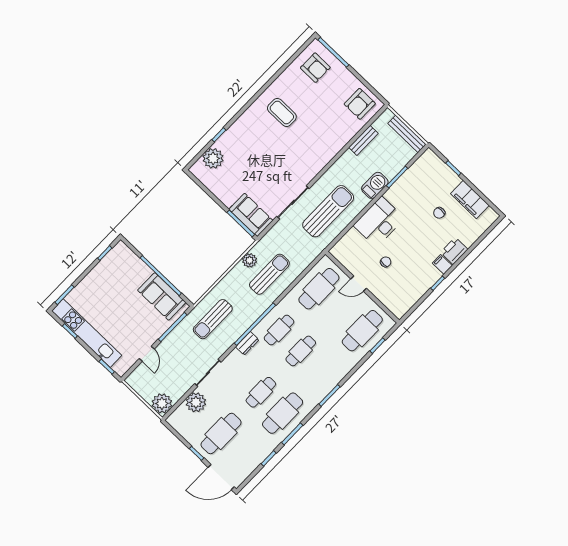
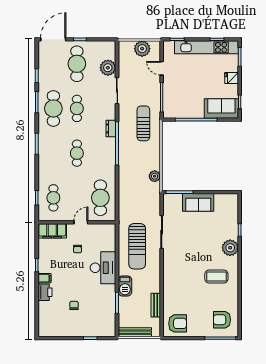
armchair: (360, 104) -> (178, 323), turned 90
plant: (213, 158) -> (230, 248), moved
filing cabinet: (470, 200) -> (52, 231), moved, turned 180
sofa: (251, 215) -> (198, 202), moved
sun lounger: (269, 274) -> (136, 179), removed
fridge: (91, 282) -> (232, 78), added
sofa: (162, 296) -> (221, 109), moved
cafe table: (279, 330) -> (100, 153), removed
cafe table: (362, 331) -> (53, 198), width x0.73, depth x0.74
plant: (162, 403) -> (142, 49), moved

